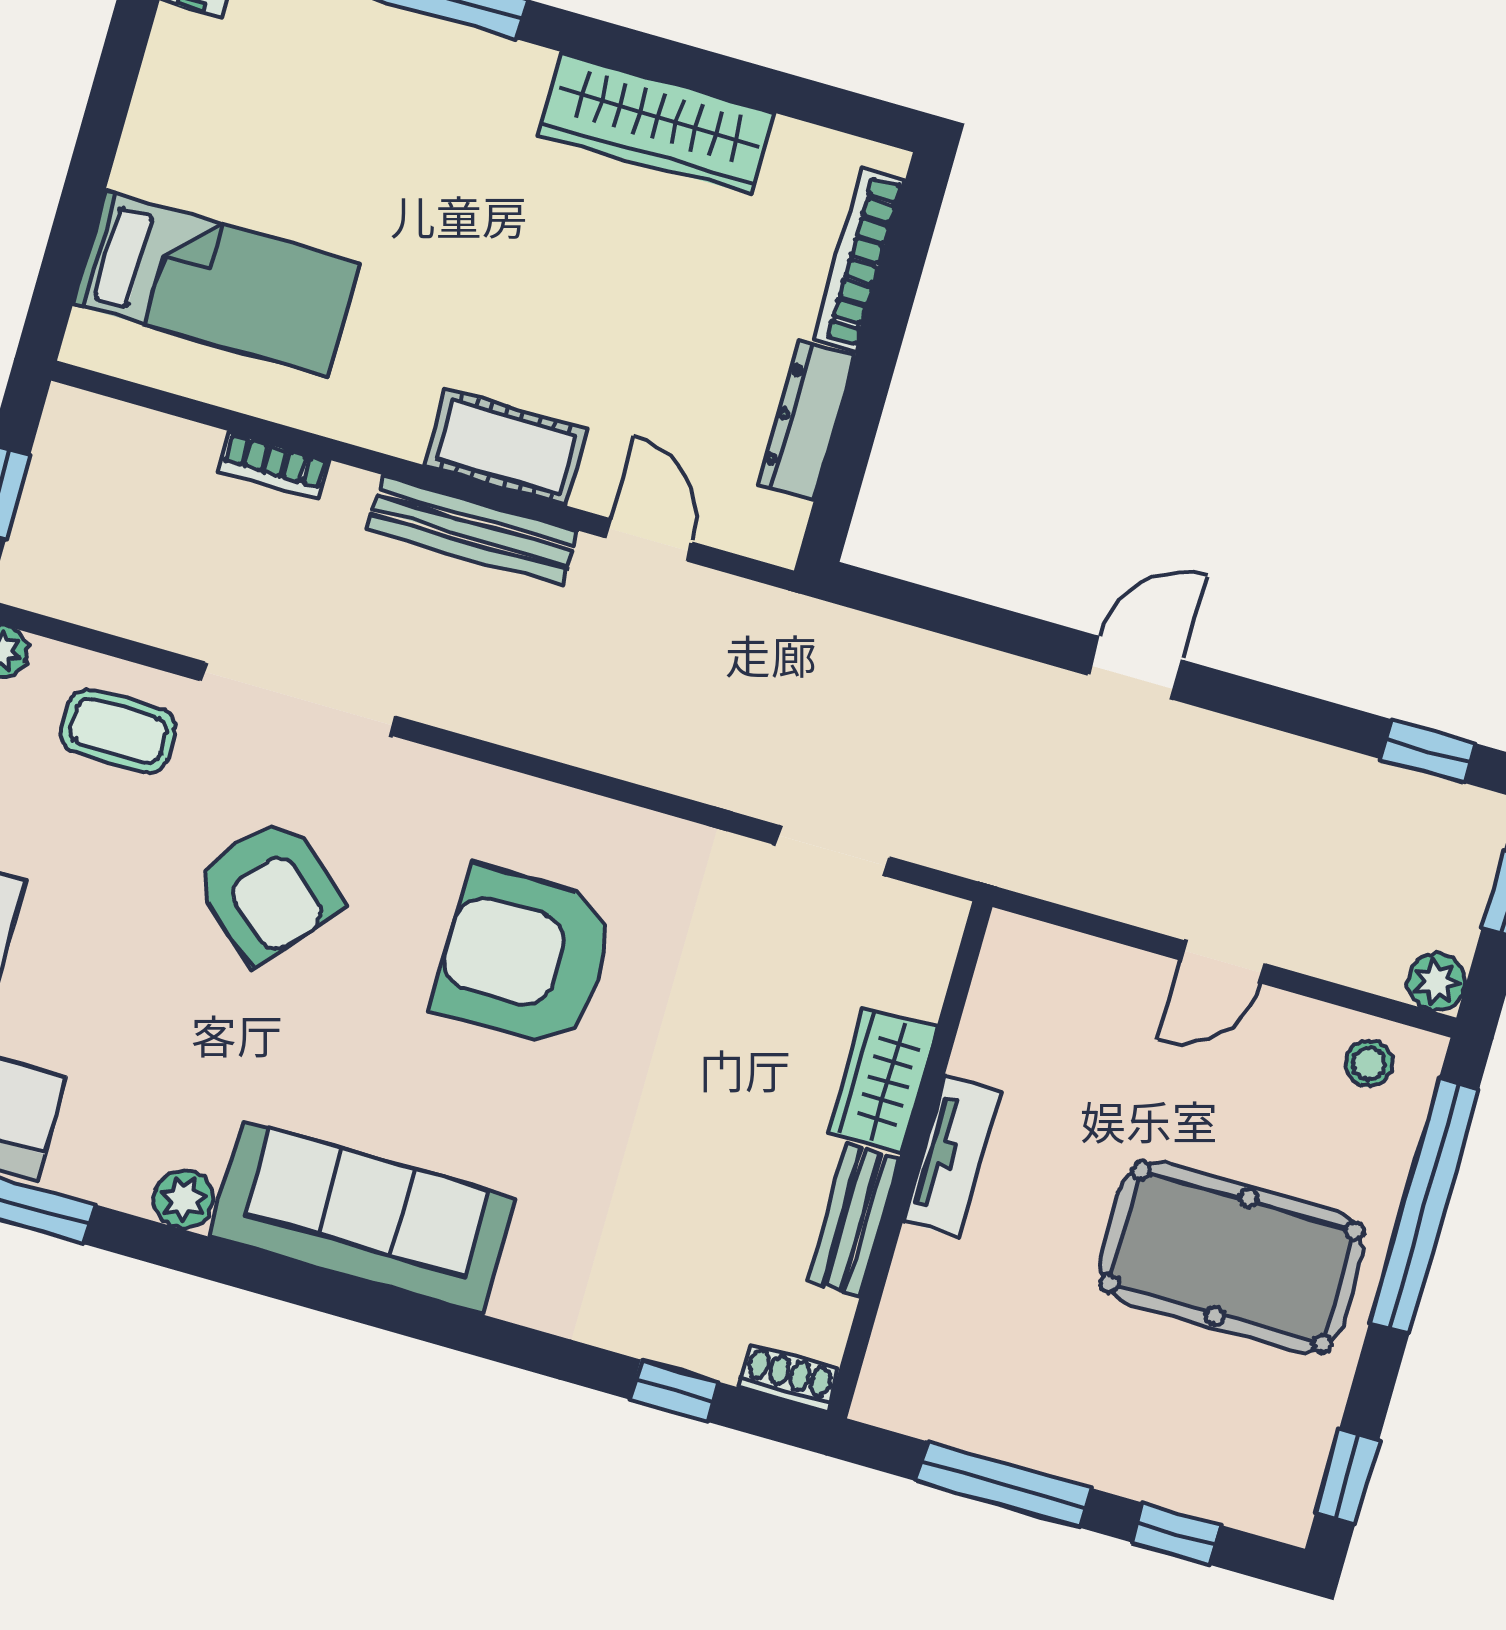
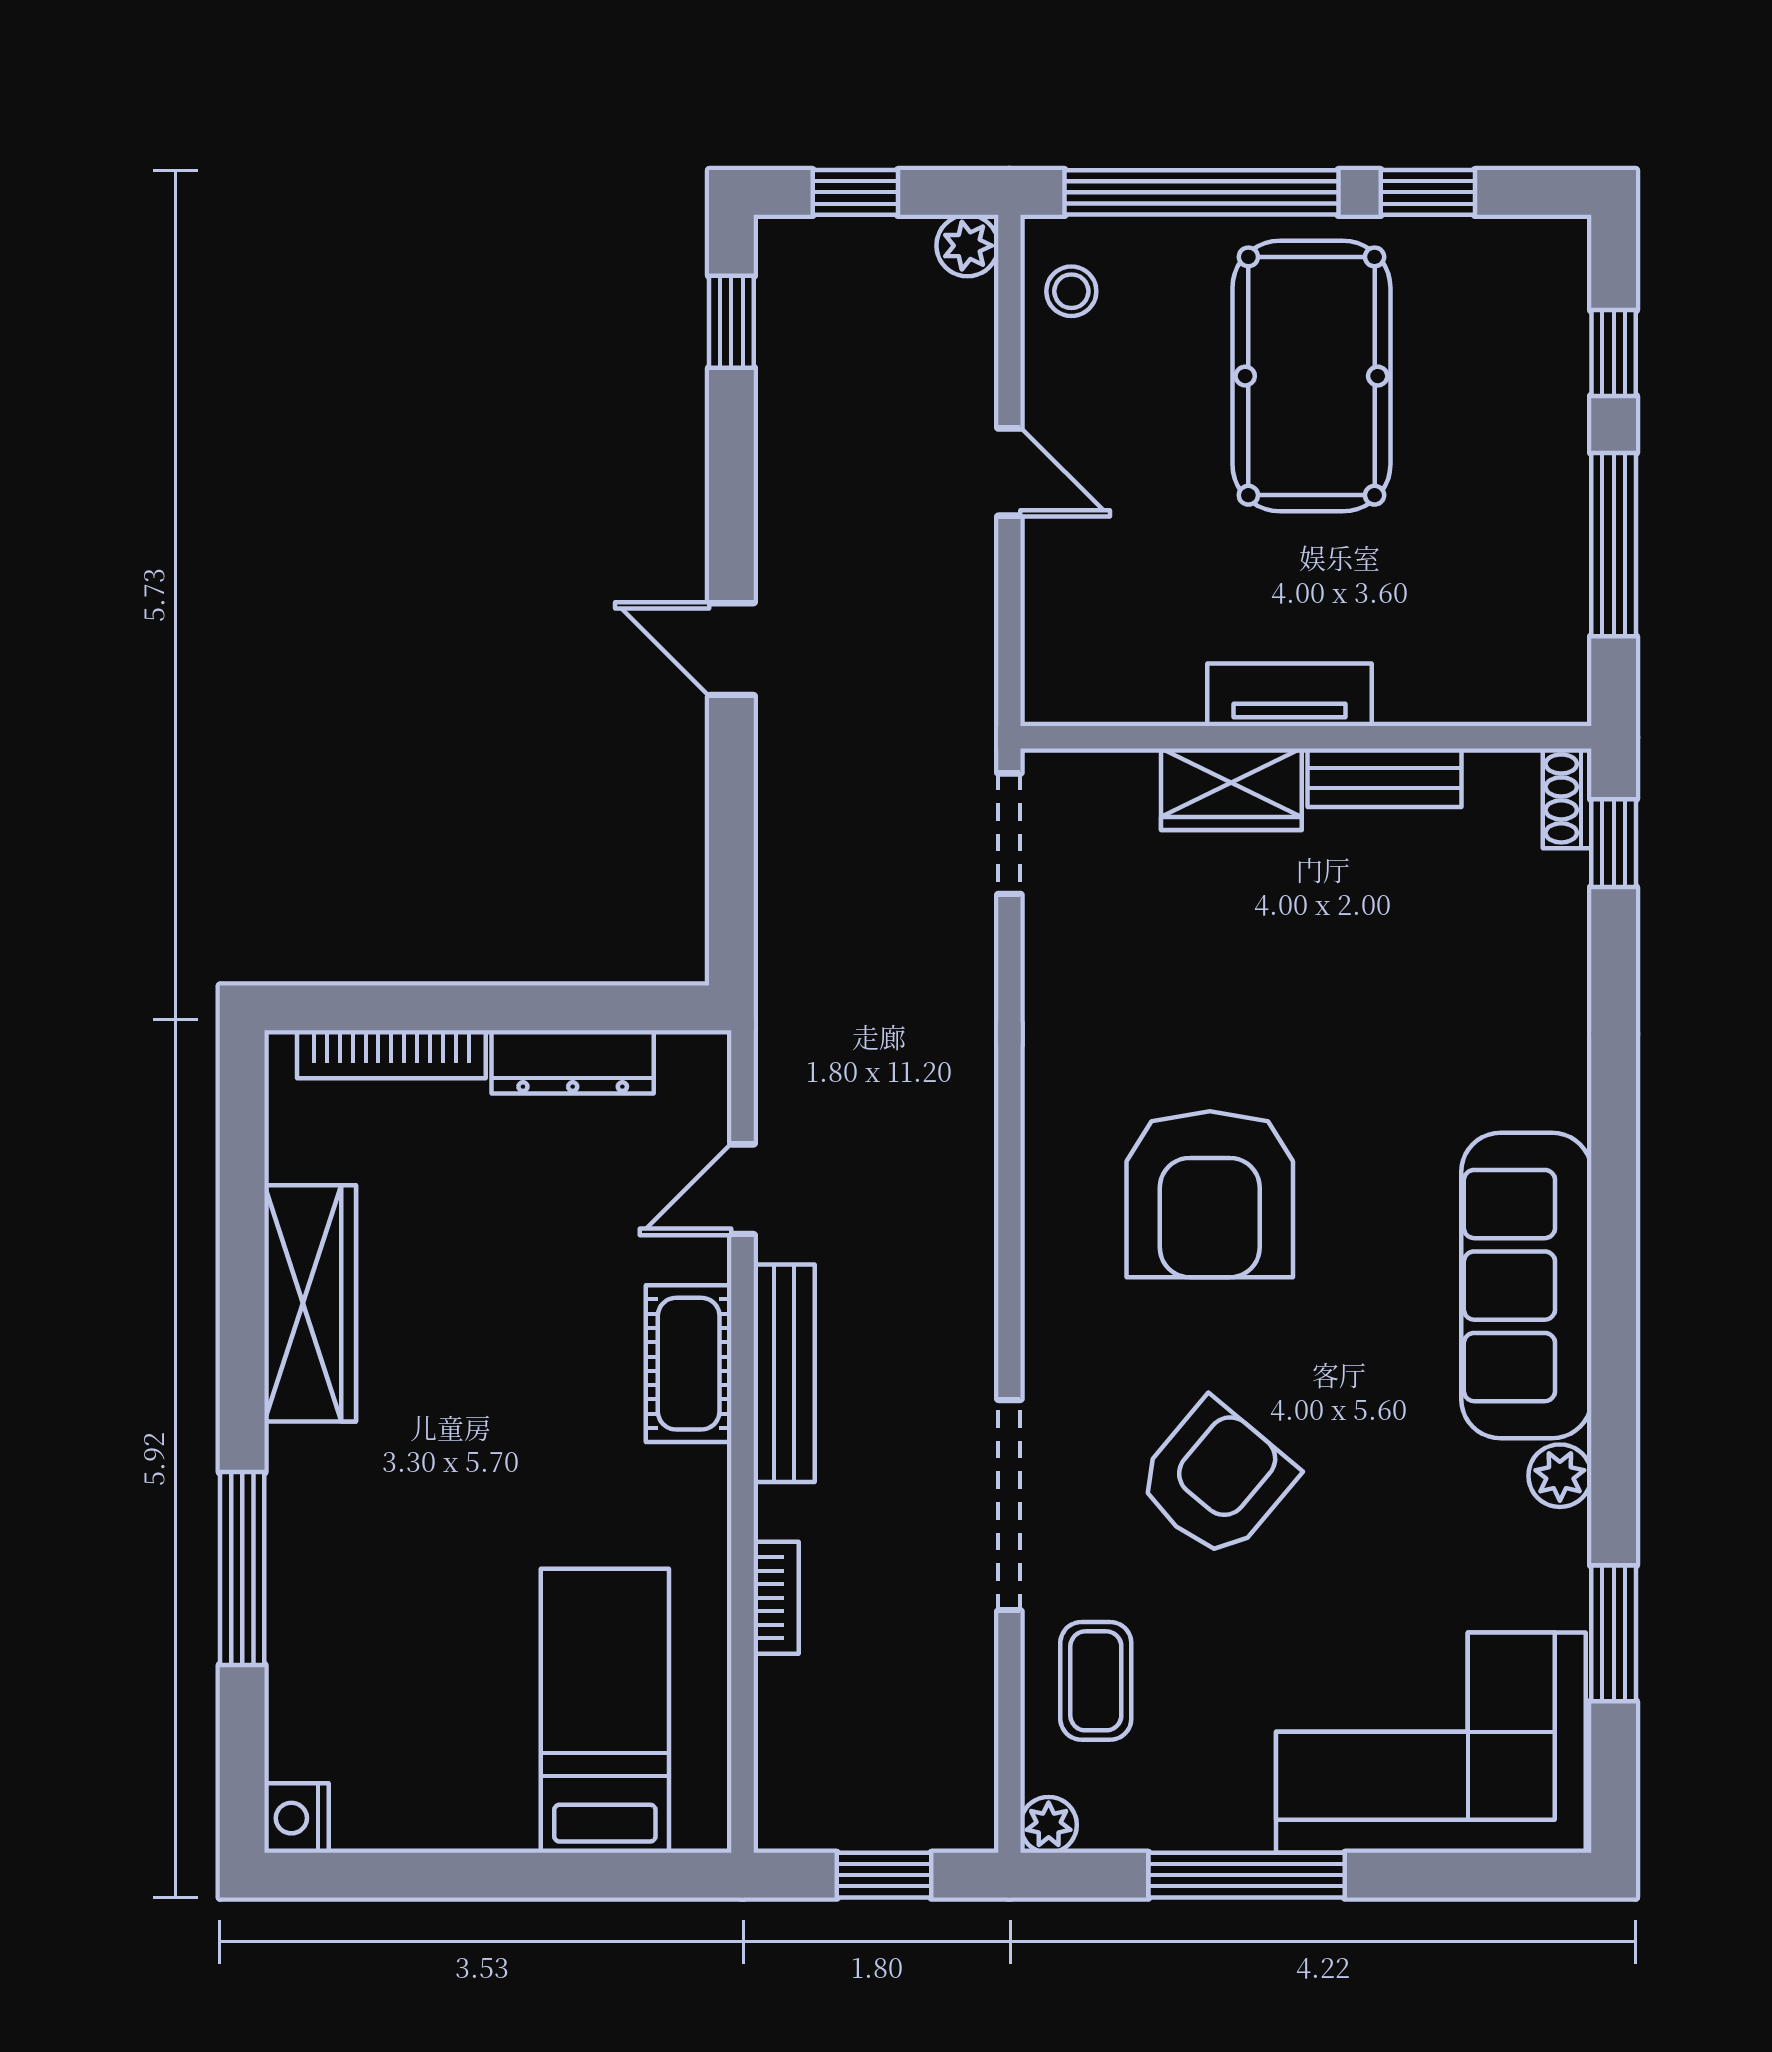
doorway: (832, 851) -> (1009, 834), moved
window: (675, 1391) -> (1614, 843), moved
window: (1347, 1476) -> (1428, 192), moved

